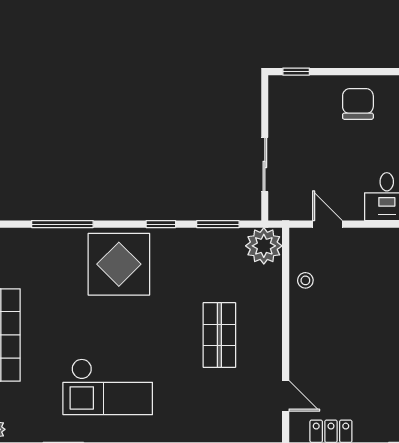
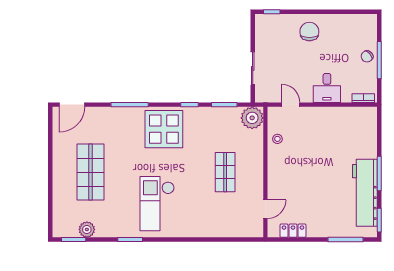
checkout: (108, 387) -> (157, 204), turned 90
door: (286, 396) -> (265, 209), hinge flipped

